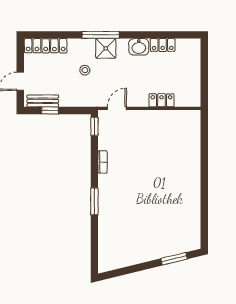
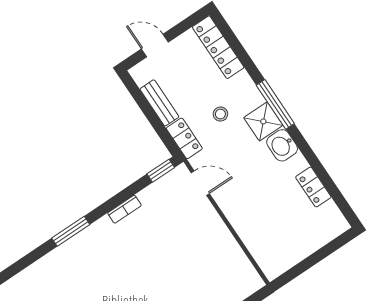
washbasin: (139, 47) -> (282, 145), moved
locker: (161, 100) -> (184, 138), moved
bench: (43, 101) -> (159, 103), moved
window: (50, 110) -> (144, 105), removed

